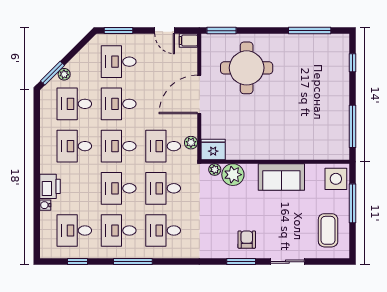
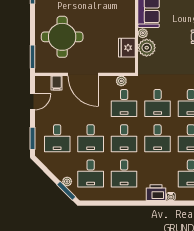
filing cabinet: (188, 40) -> (57, 83), moved
fridge: (213, 150) -> (127, 48), moved
plant: (215, 170) -> (143, 33), moved

